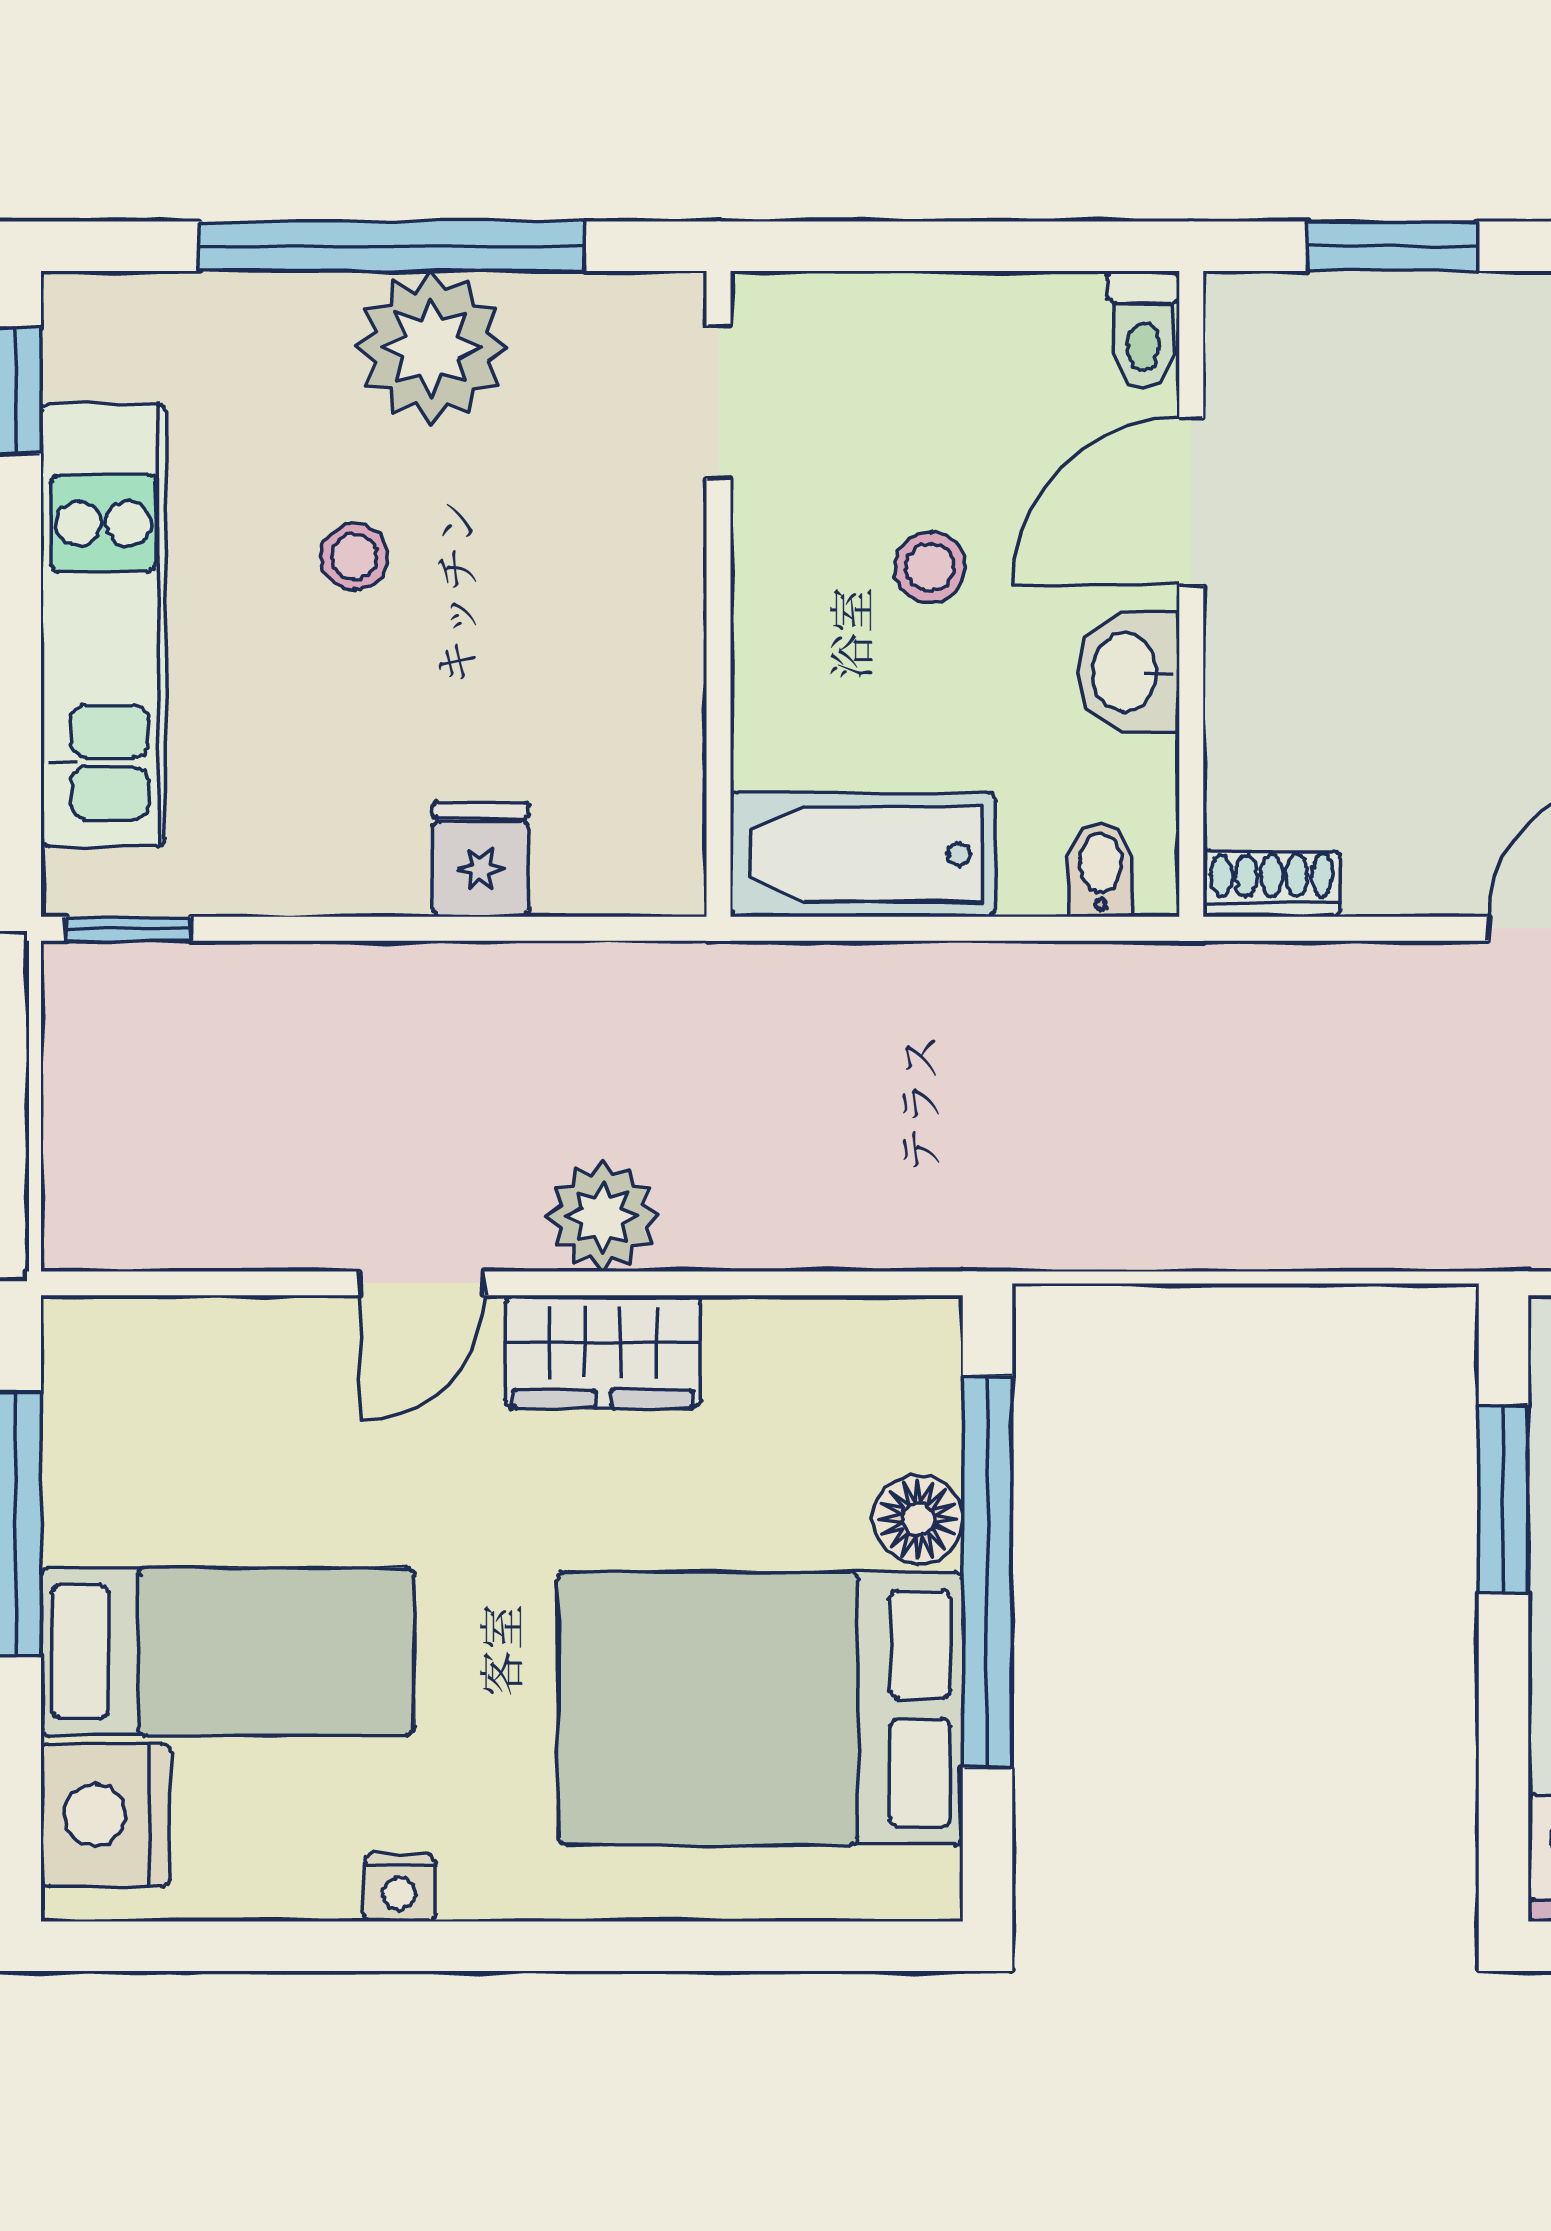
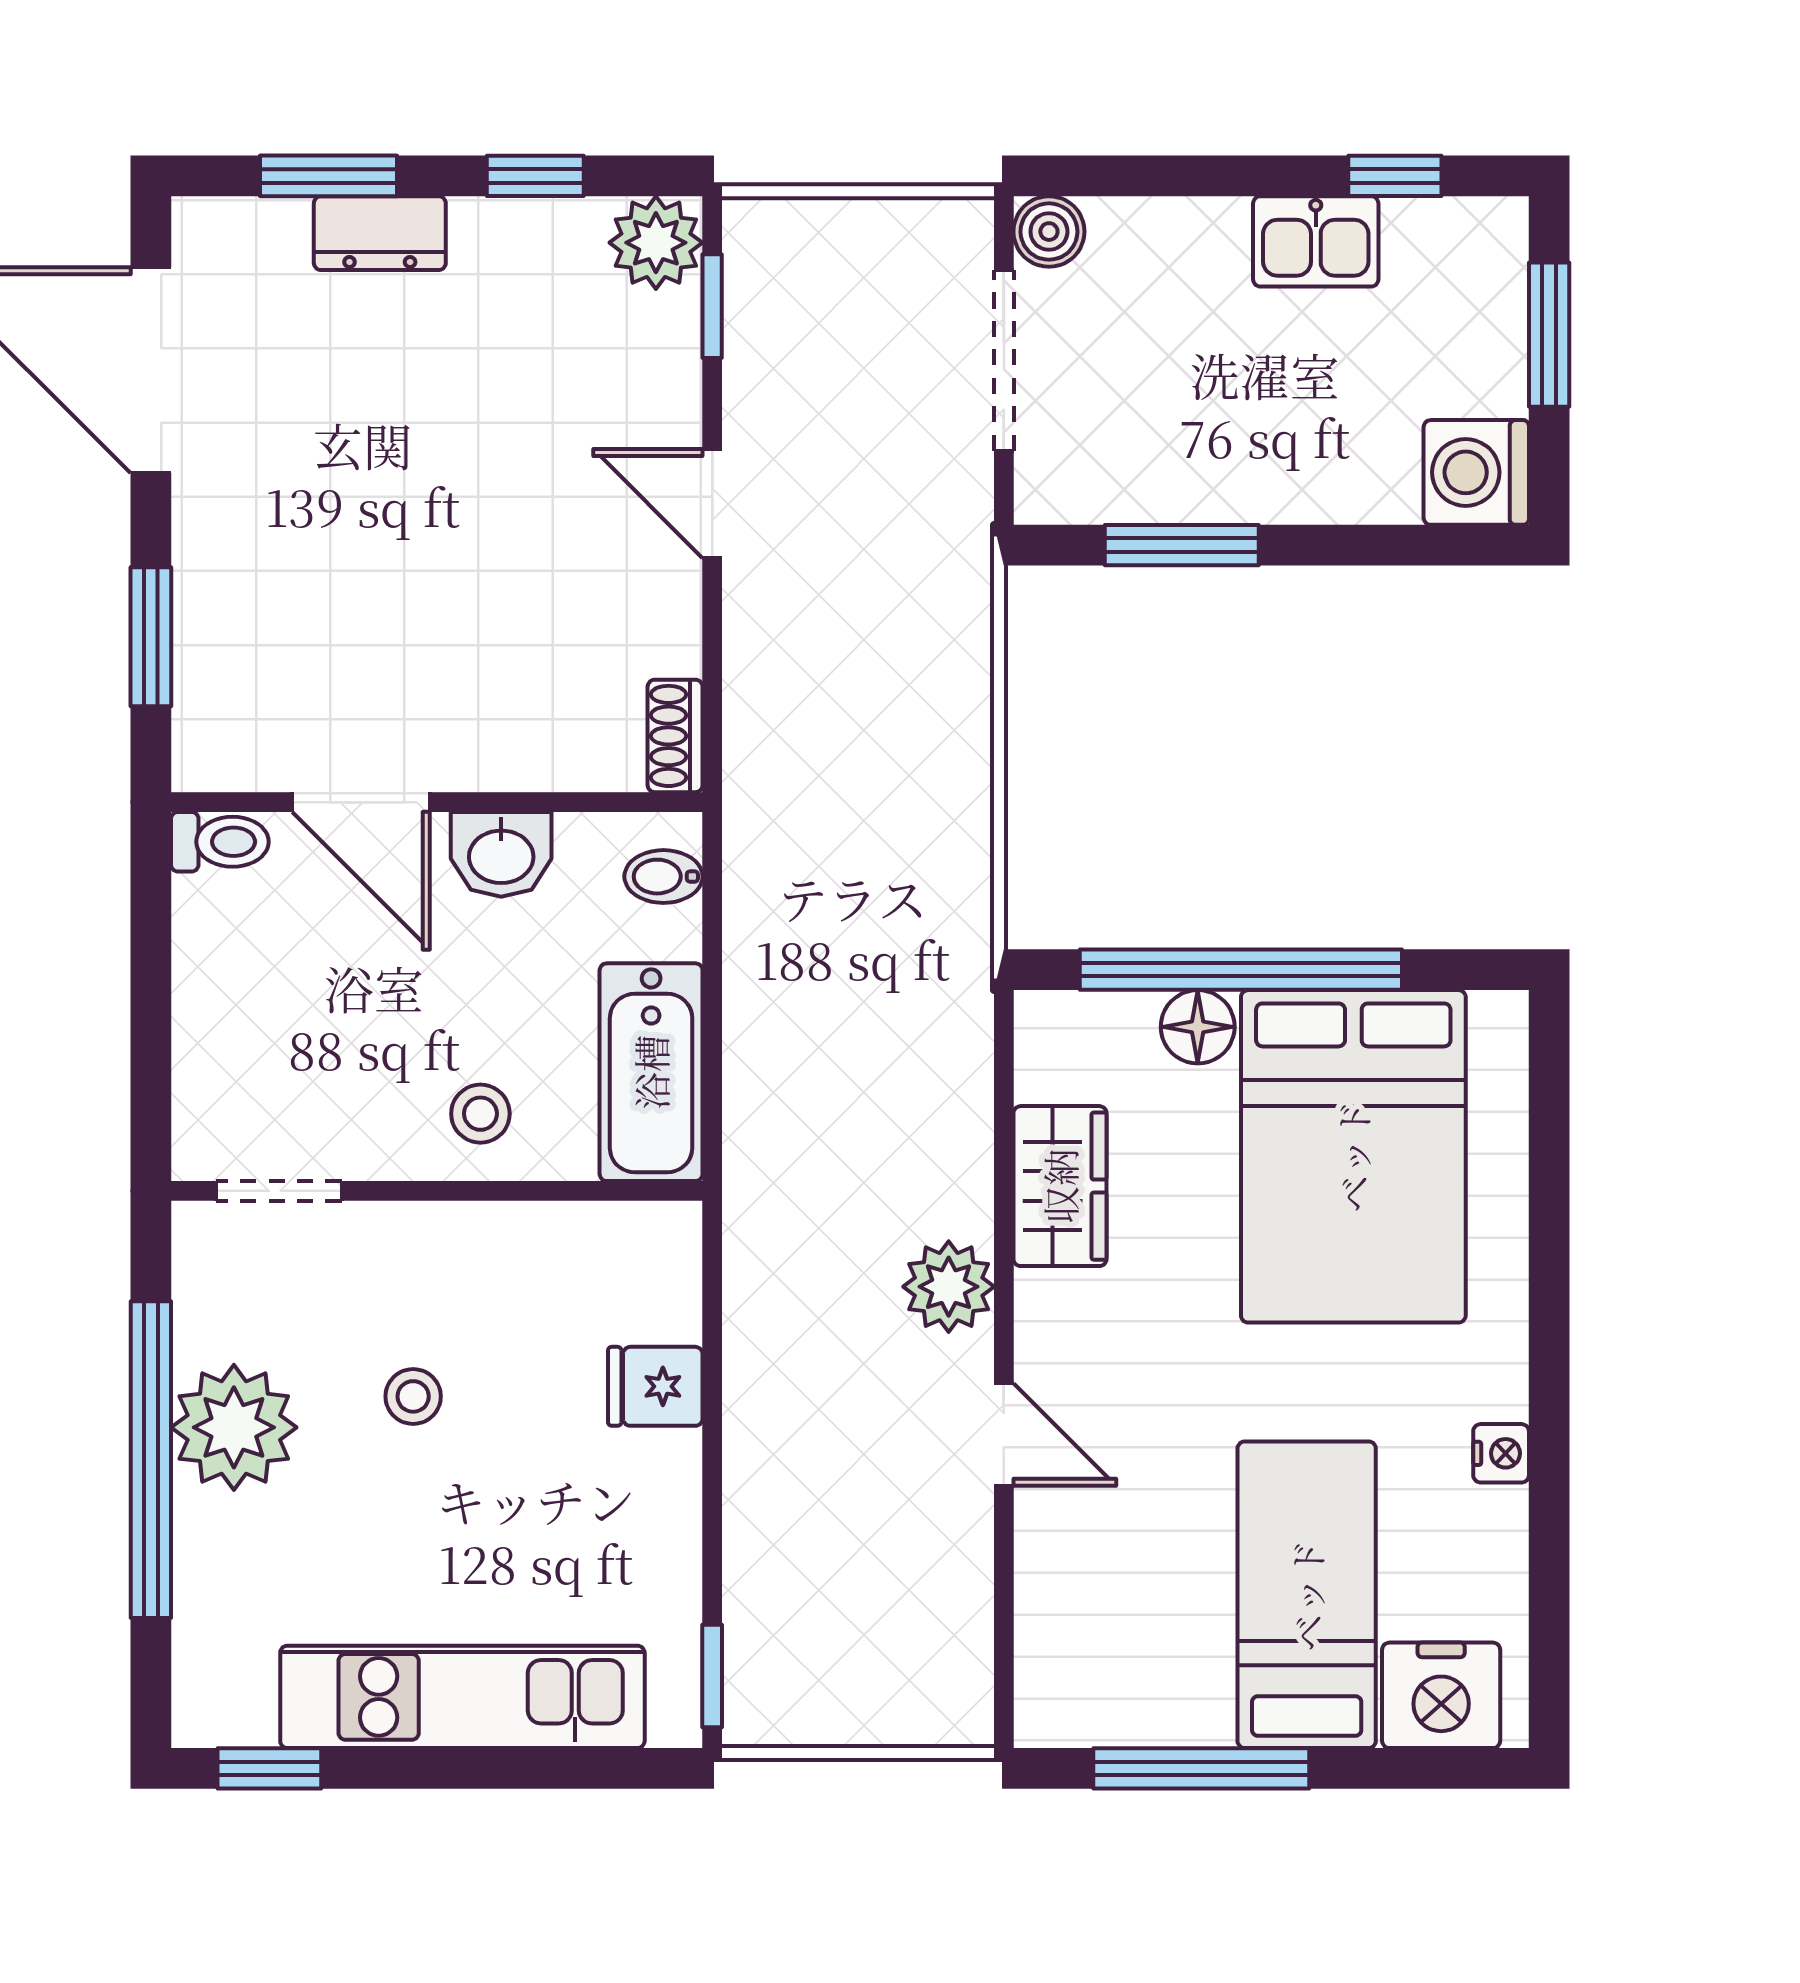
stool: (354, 557) -> (413, 1396), moved
stool: (930, 567) -> (480, 1114), moved
wardrobe: (603, 1352) -> (1060, 1186), moved

